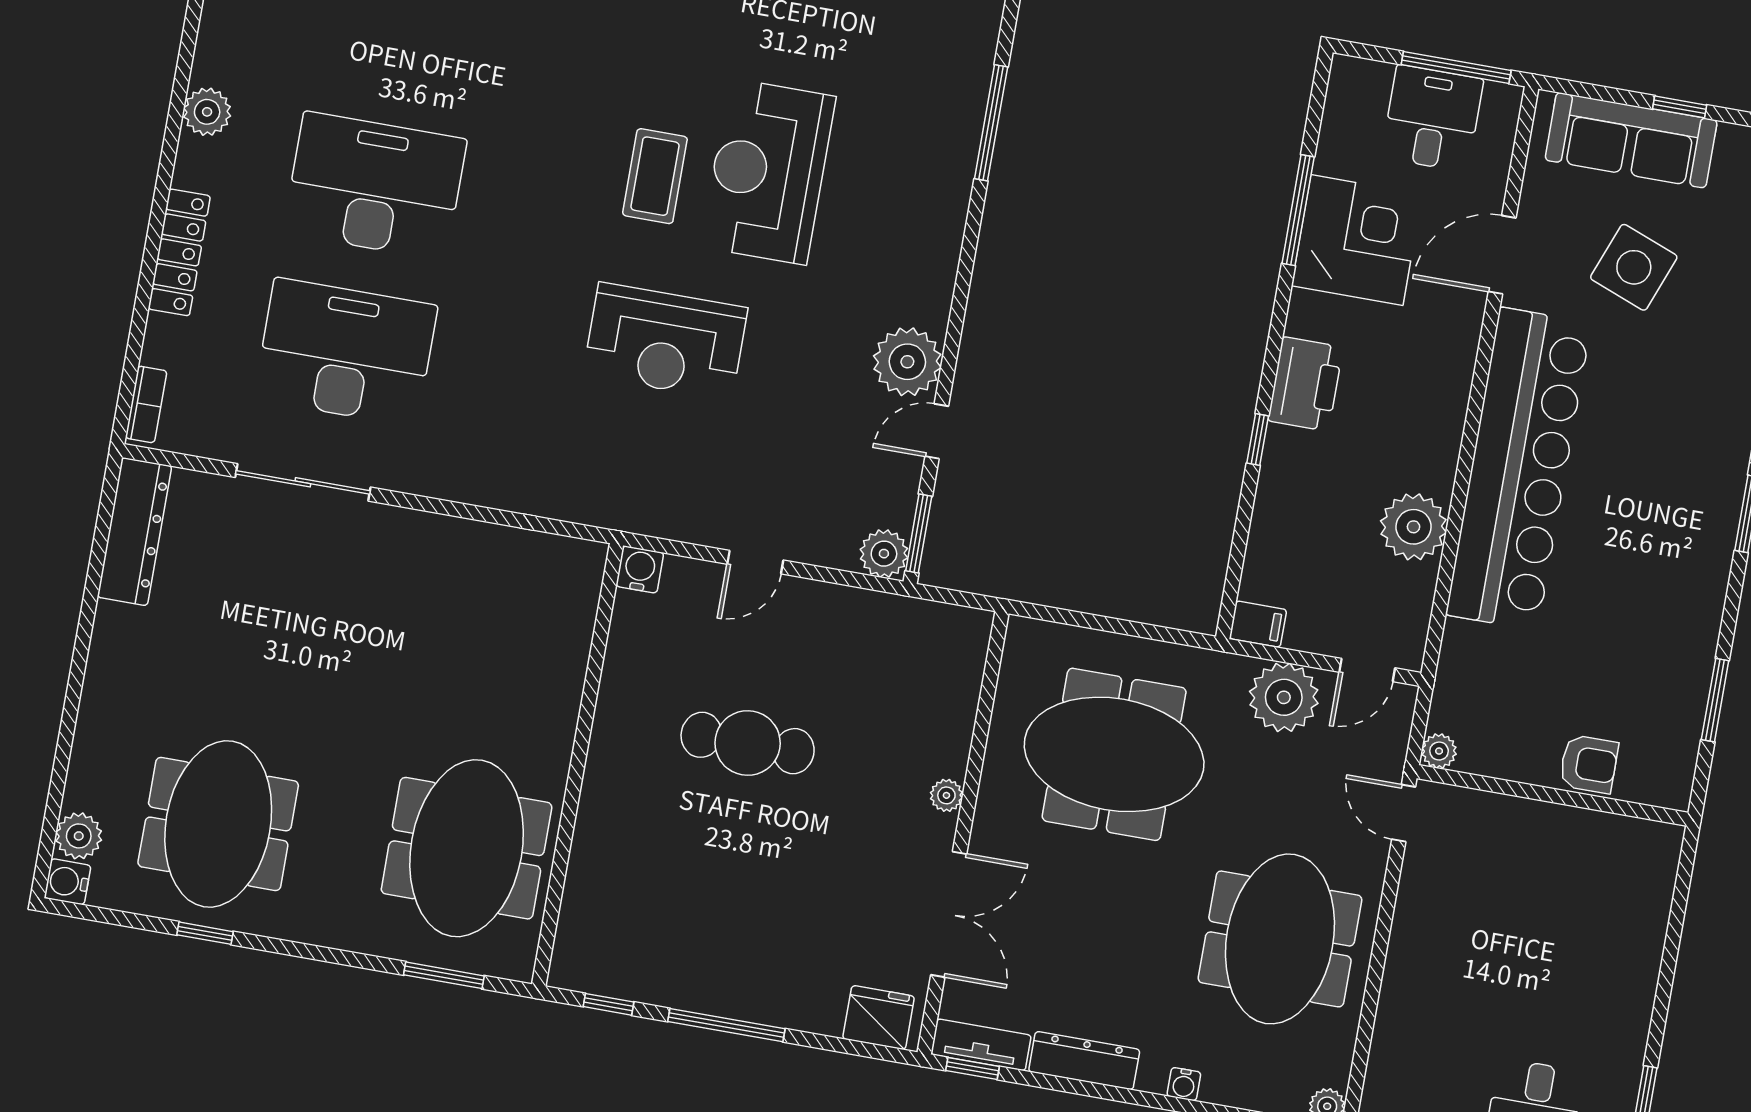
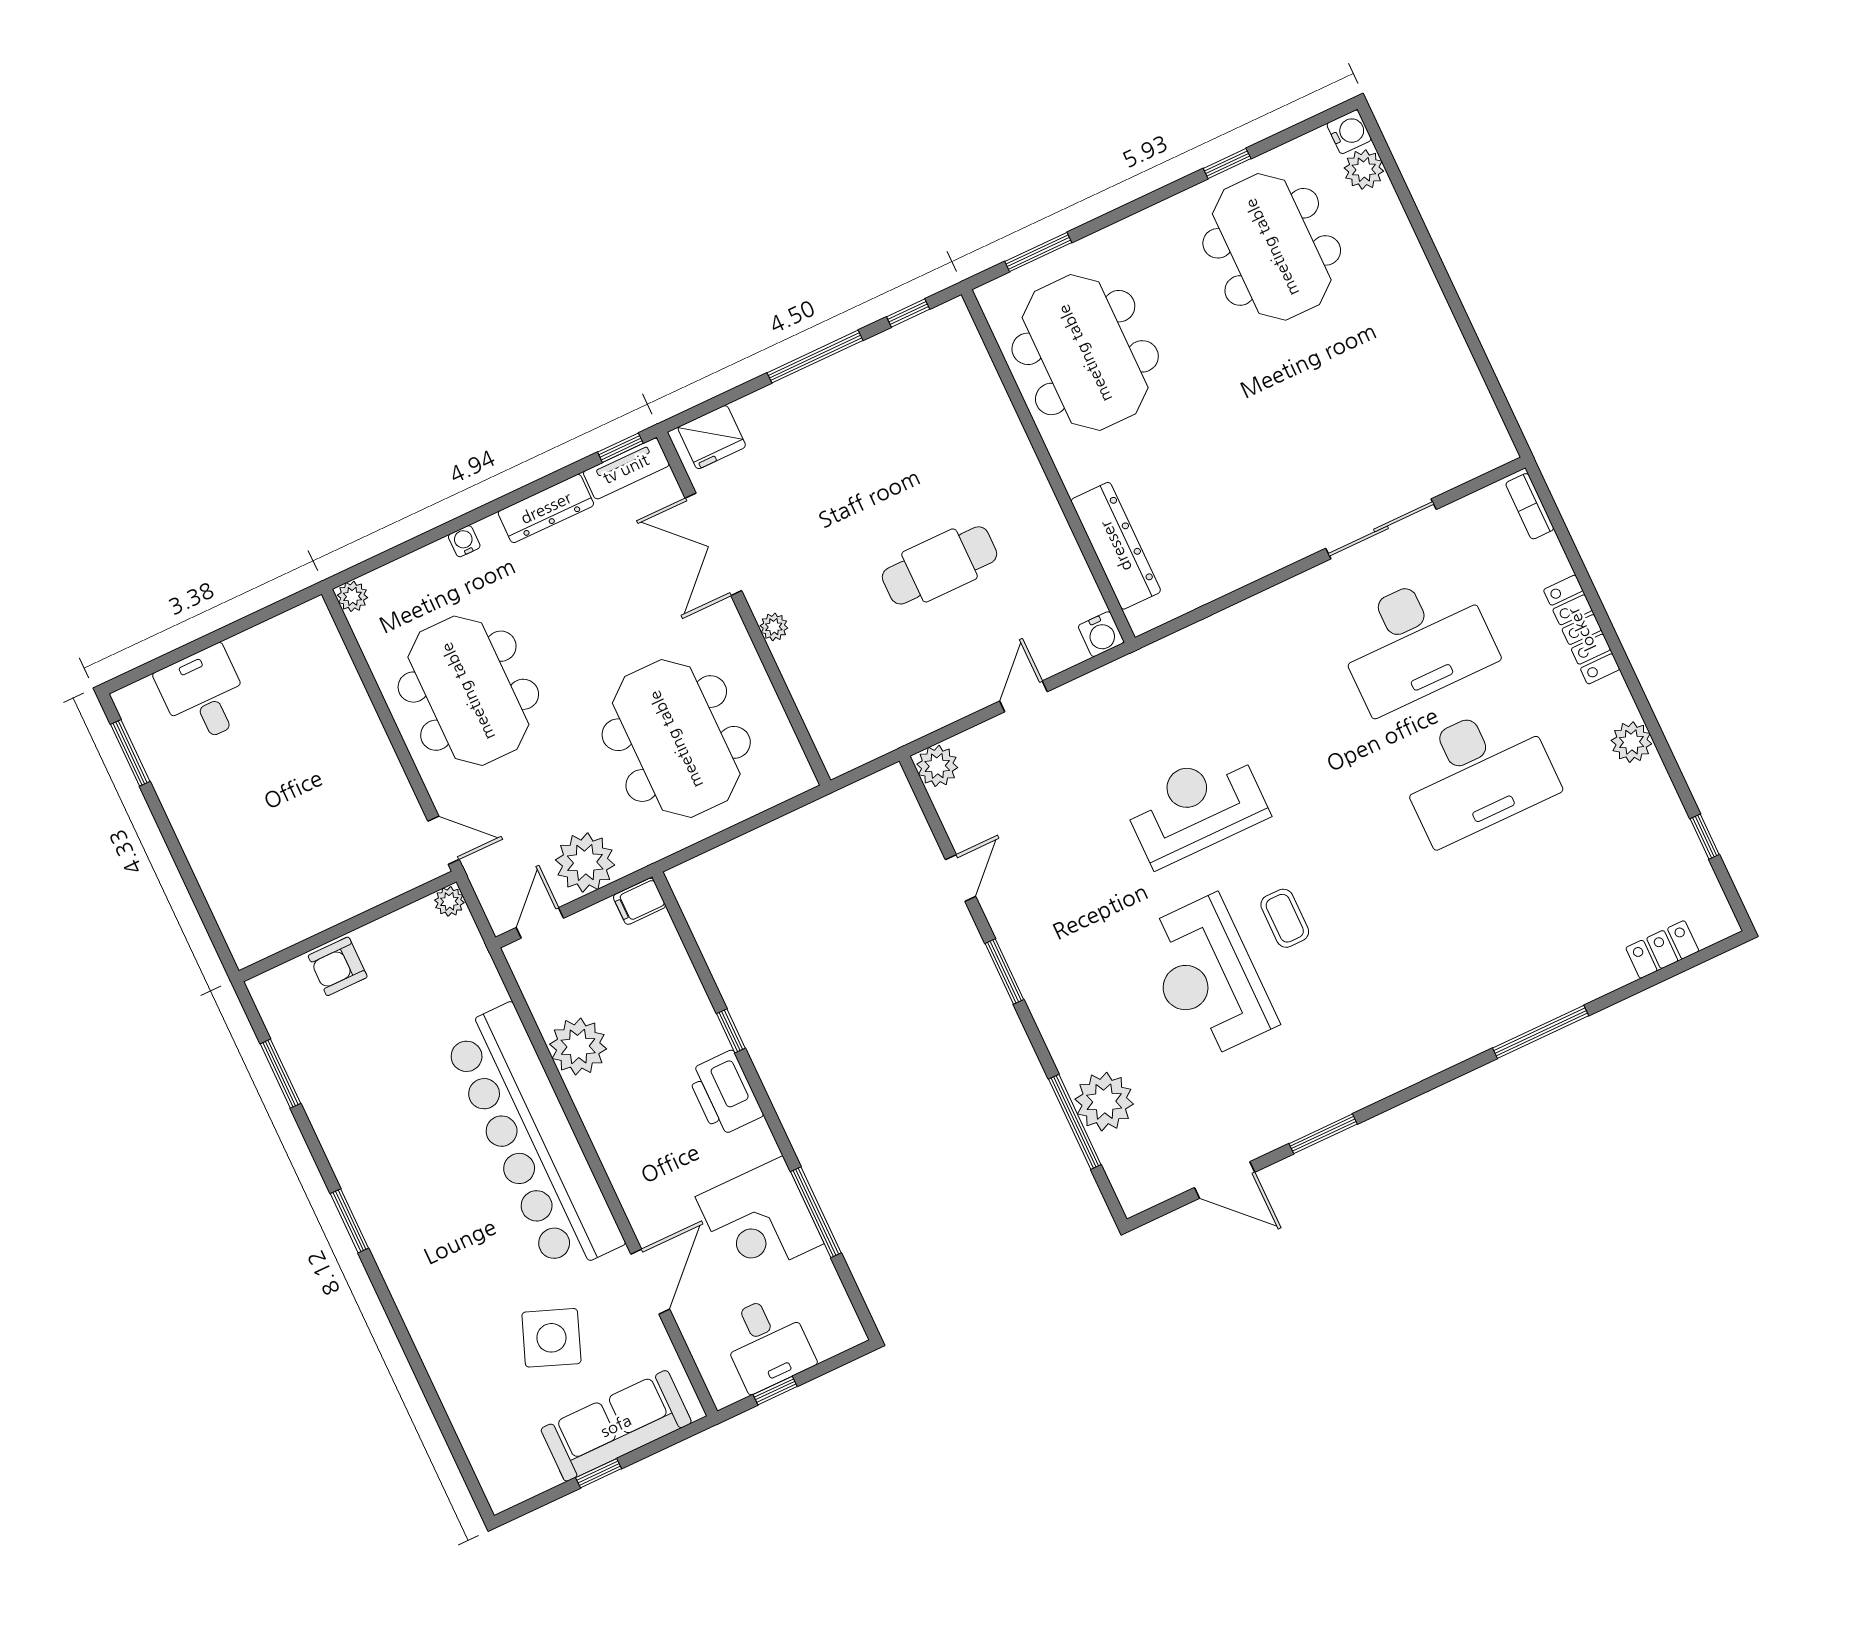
window: (1456, 68) -> (775, 1391), width x0.46
reception desk: (768, 172) -> (1207, 977), turned 180
coffee table: (655, 176) -> (1285, 918), width x0.73, depth x0.77
plant: (907, 362) -> (1104, 1102), moved
dresser: (134, 532) -> (1116, 546), moved, turned 180
window: (919, 533) -> (1004, 972), moved
meeting table: (1114, 754) -> (676, 739), turned 90

